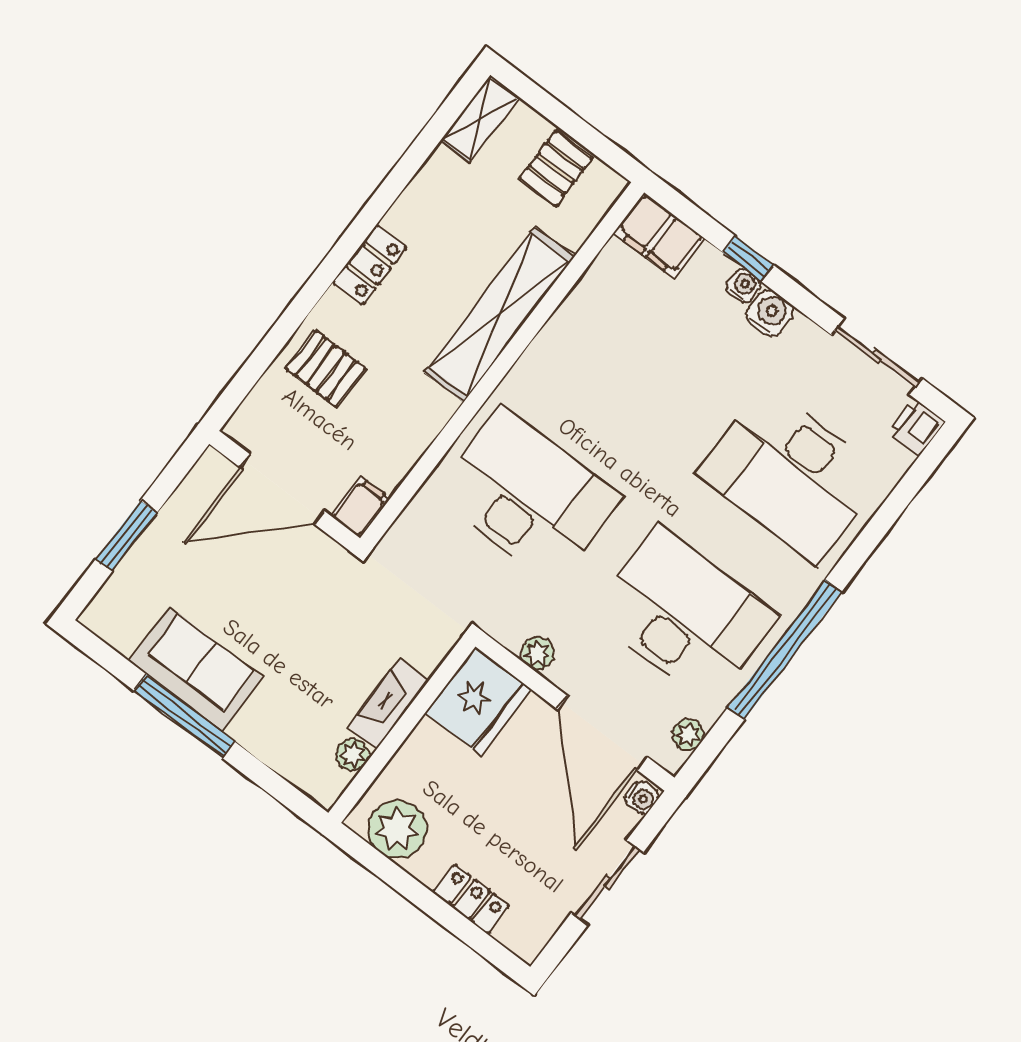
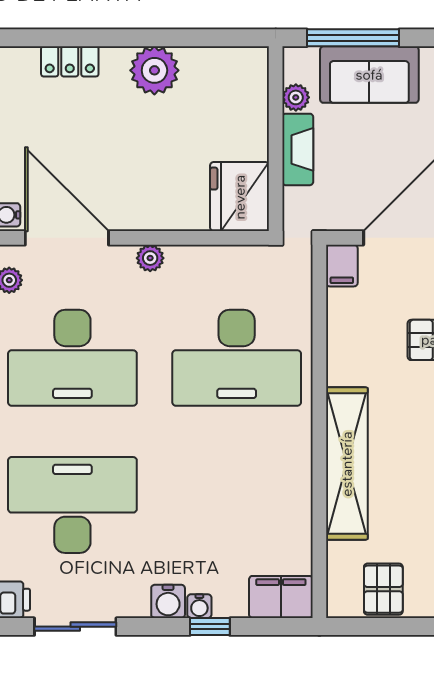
fridge: (478, 701) -> (240, 197), moved
fireplace: (389, 704) -> (298, 149), moved
wall: (402, 730) -> (276, 139), moved
plant: (353, 755) -> (296, 97), moved

